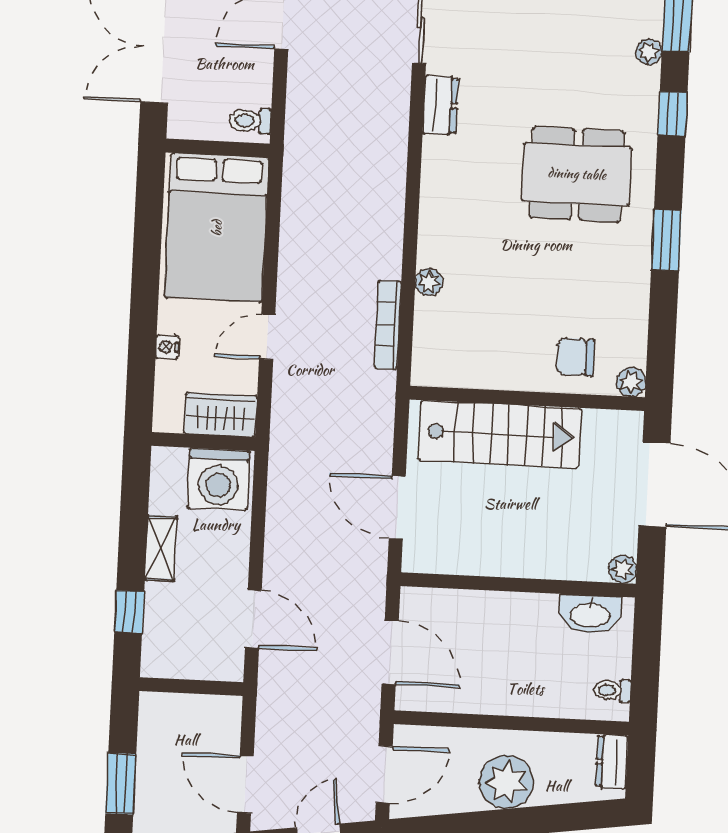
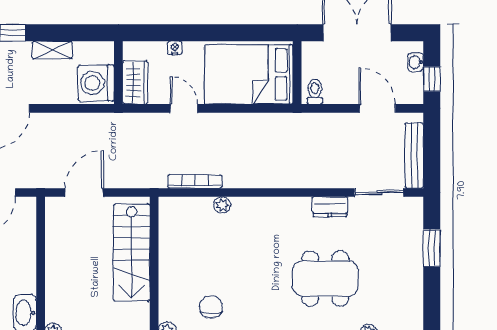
dining table: (577, 174) -> (325, 279), moved, turned 90
chair: (575, 357) -> (211, 307), moved

